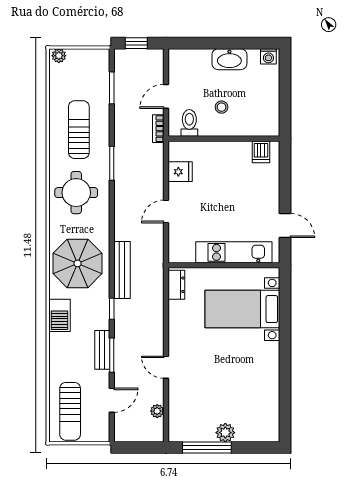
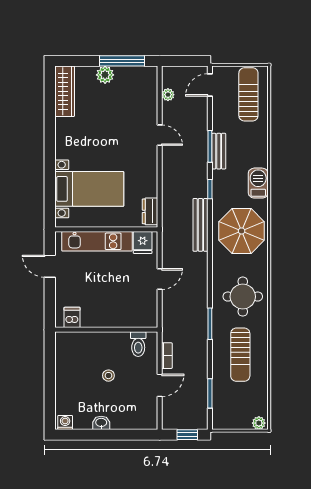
washbasin: (229, 59) -> (101, 423), width x0.52, depth x0.69
toilet: (189, 123) -> (138, 344), moved
wall: (224, 139) -> (106, 330), moved
dishwasher: (261, 152) -> (72, 317), moved
fridge: (180, 172) -> (143, 242), moved, turned -90
door: (112, 400) -> (210, 85), moved
wardrobe: (269, 415) -> (65, 91), added

